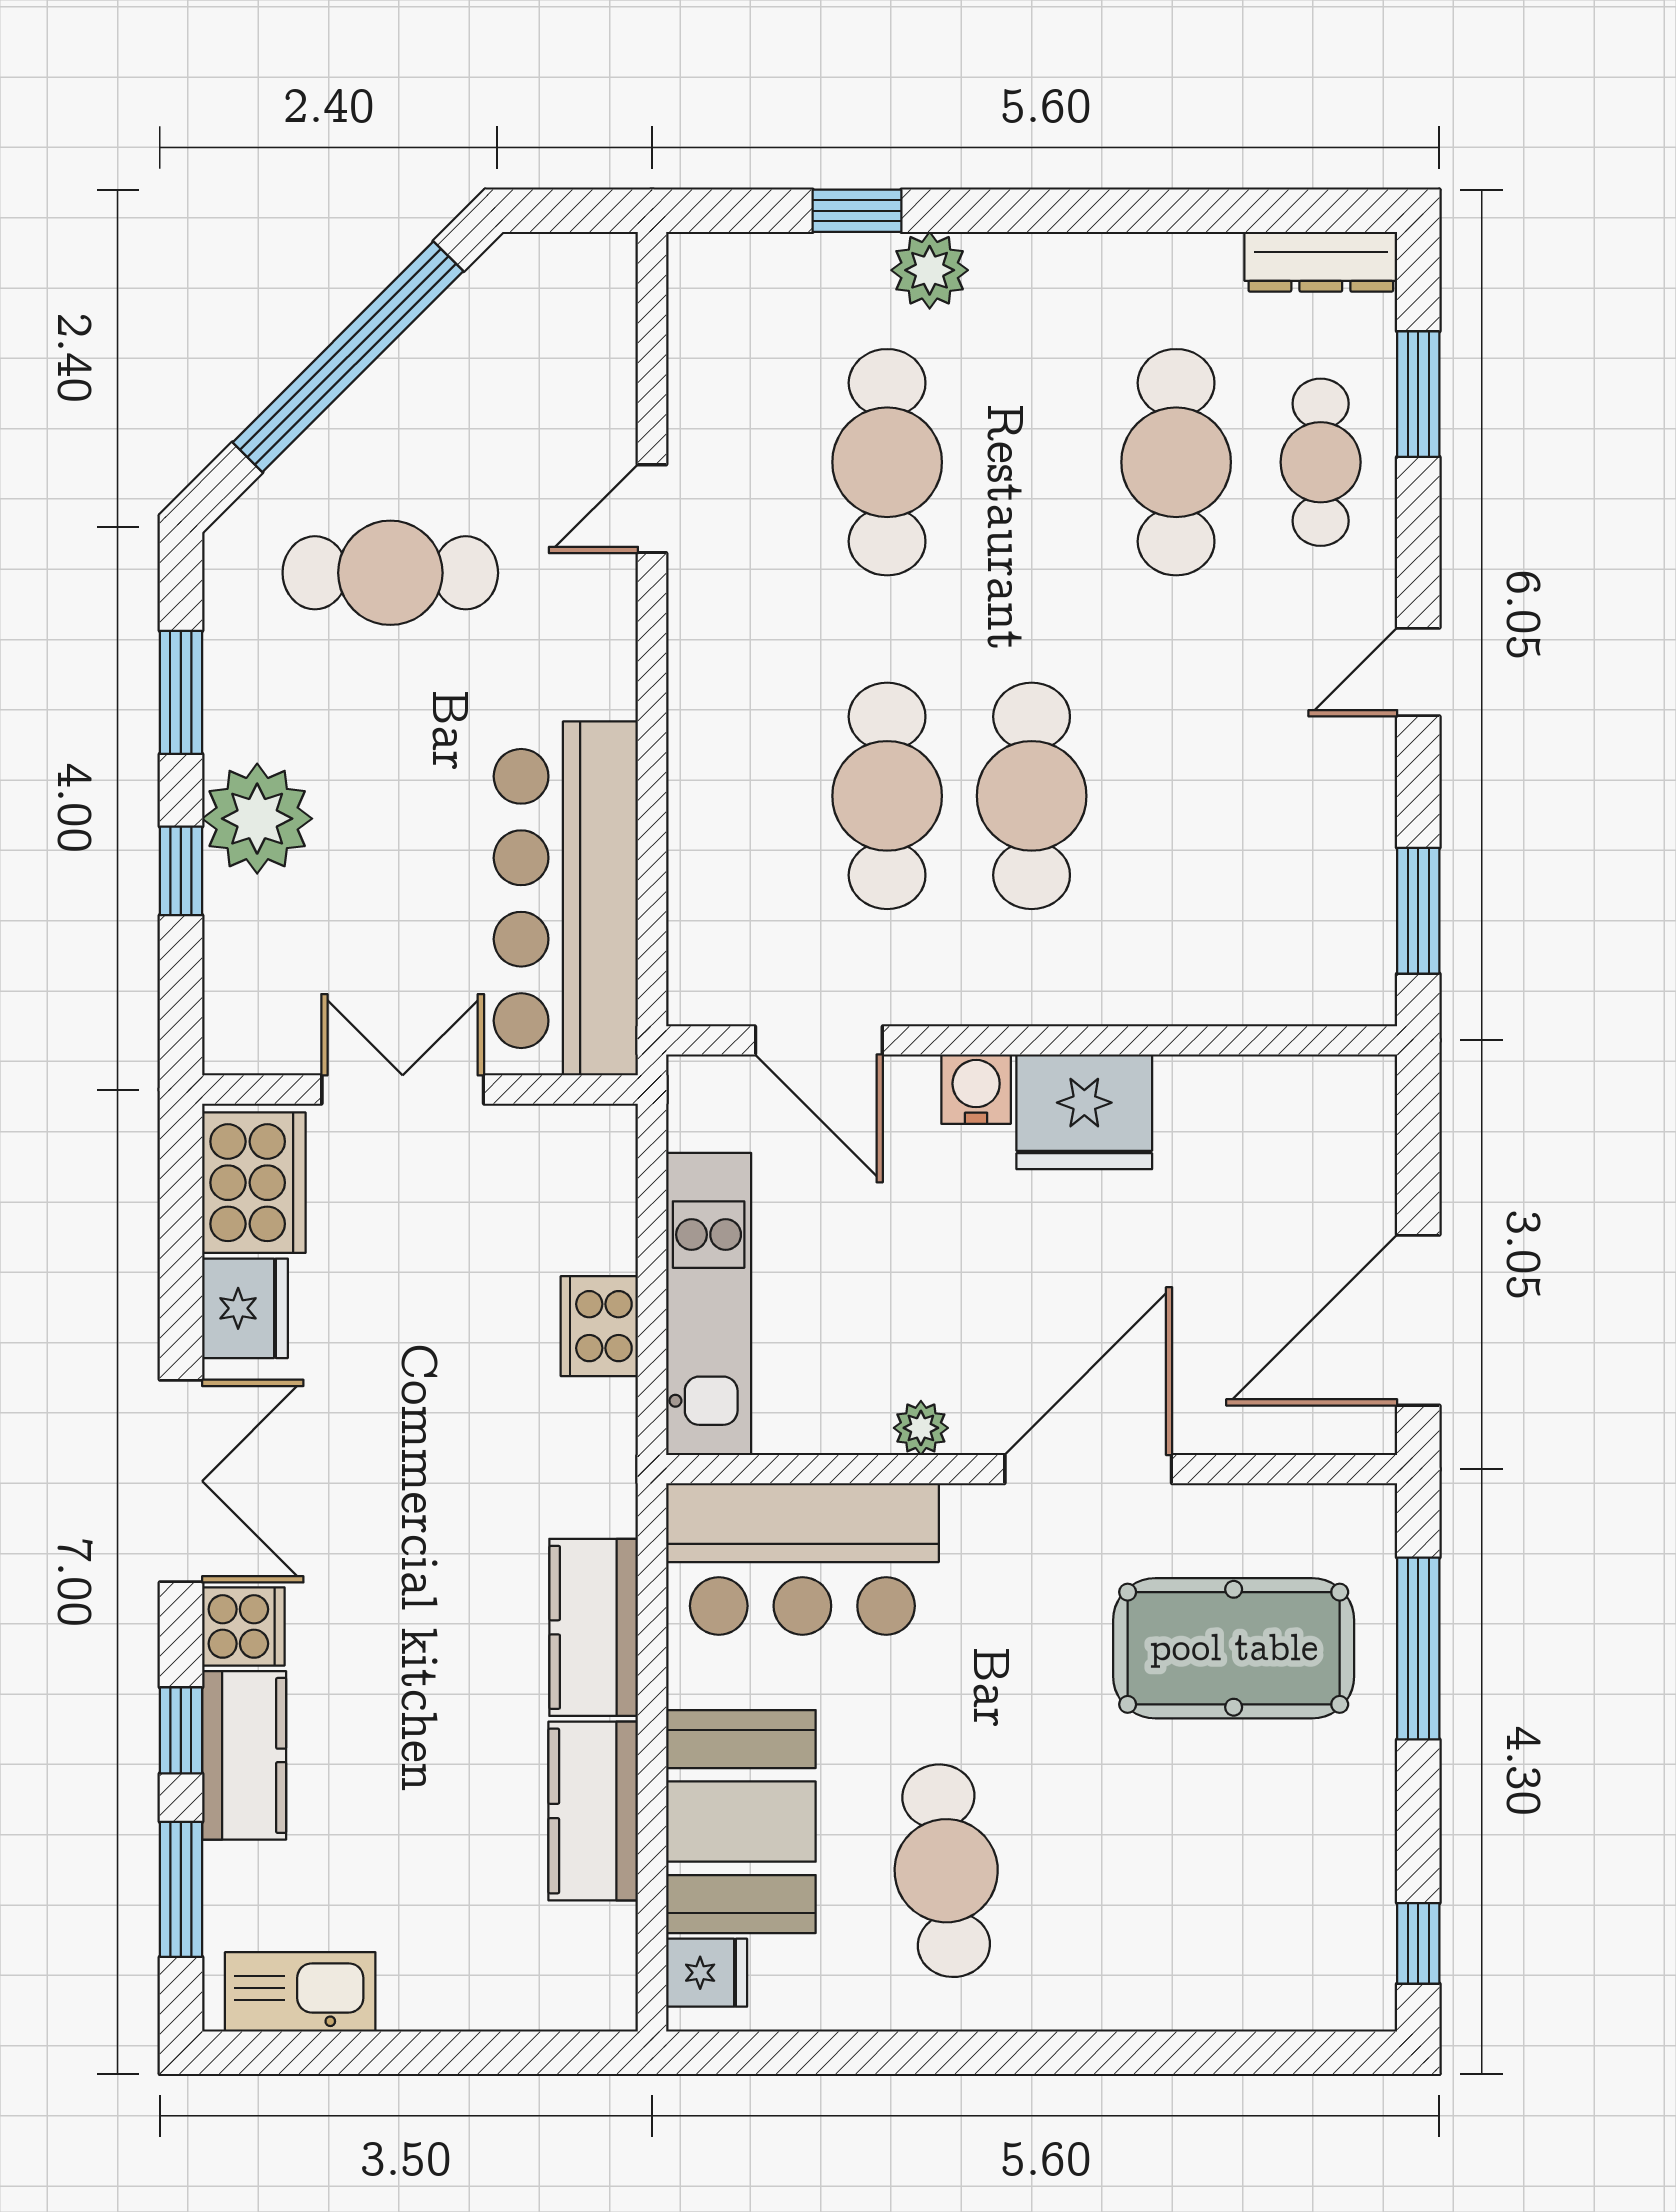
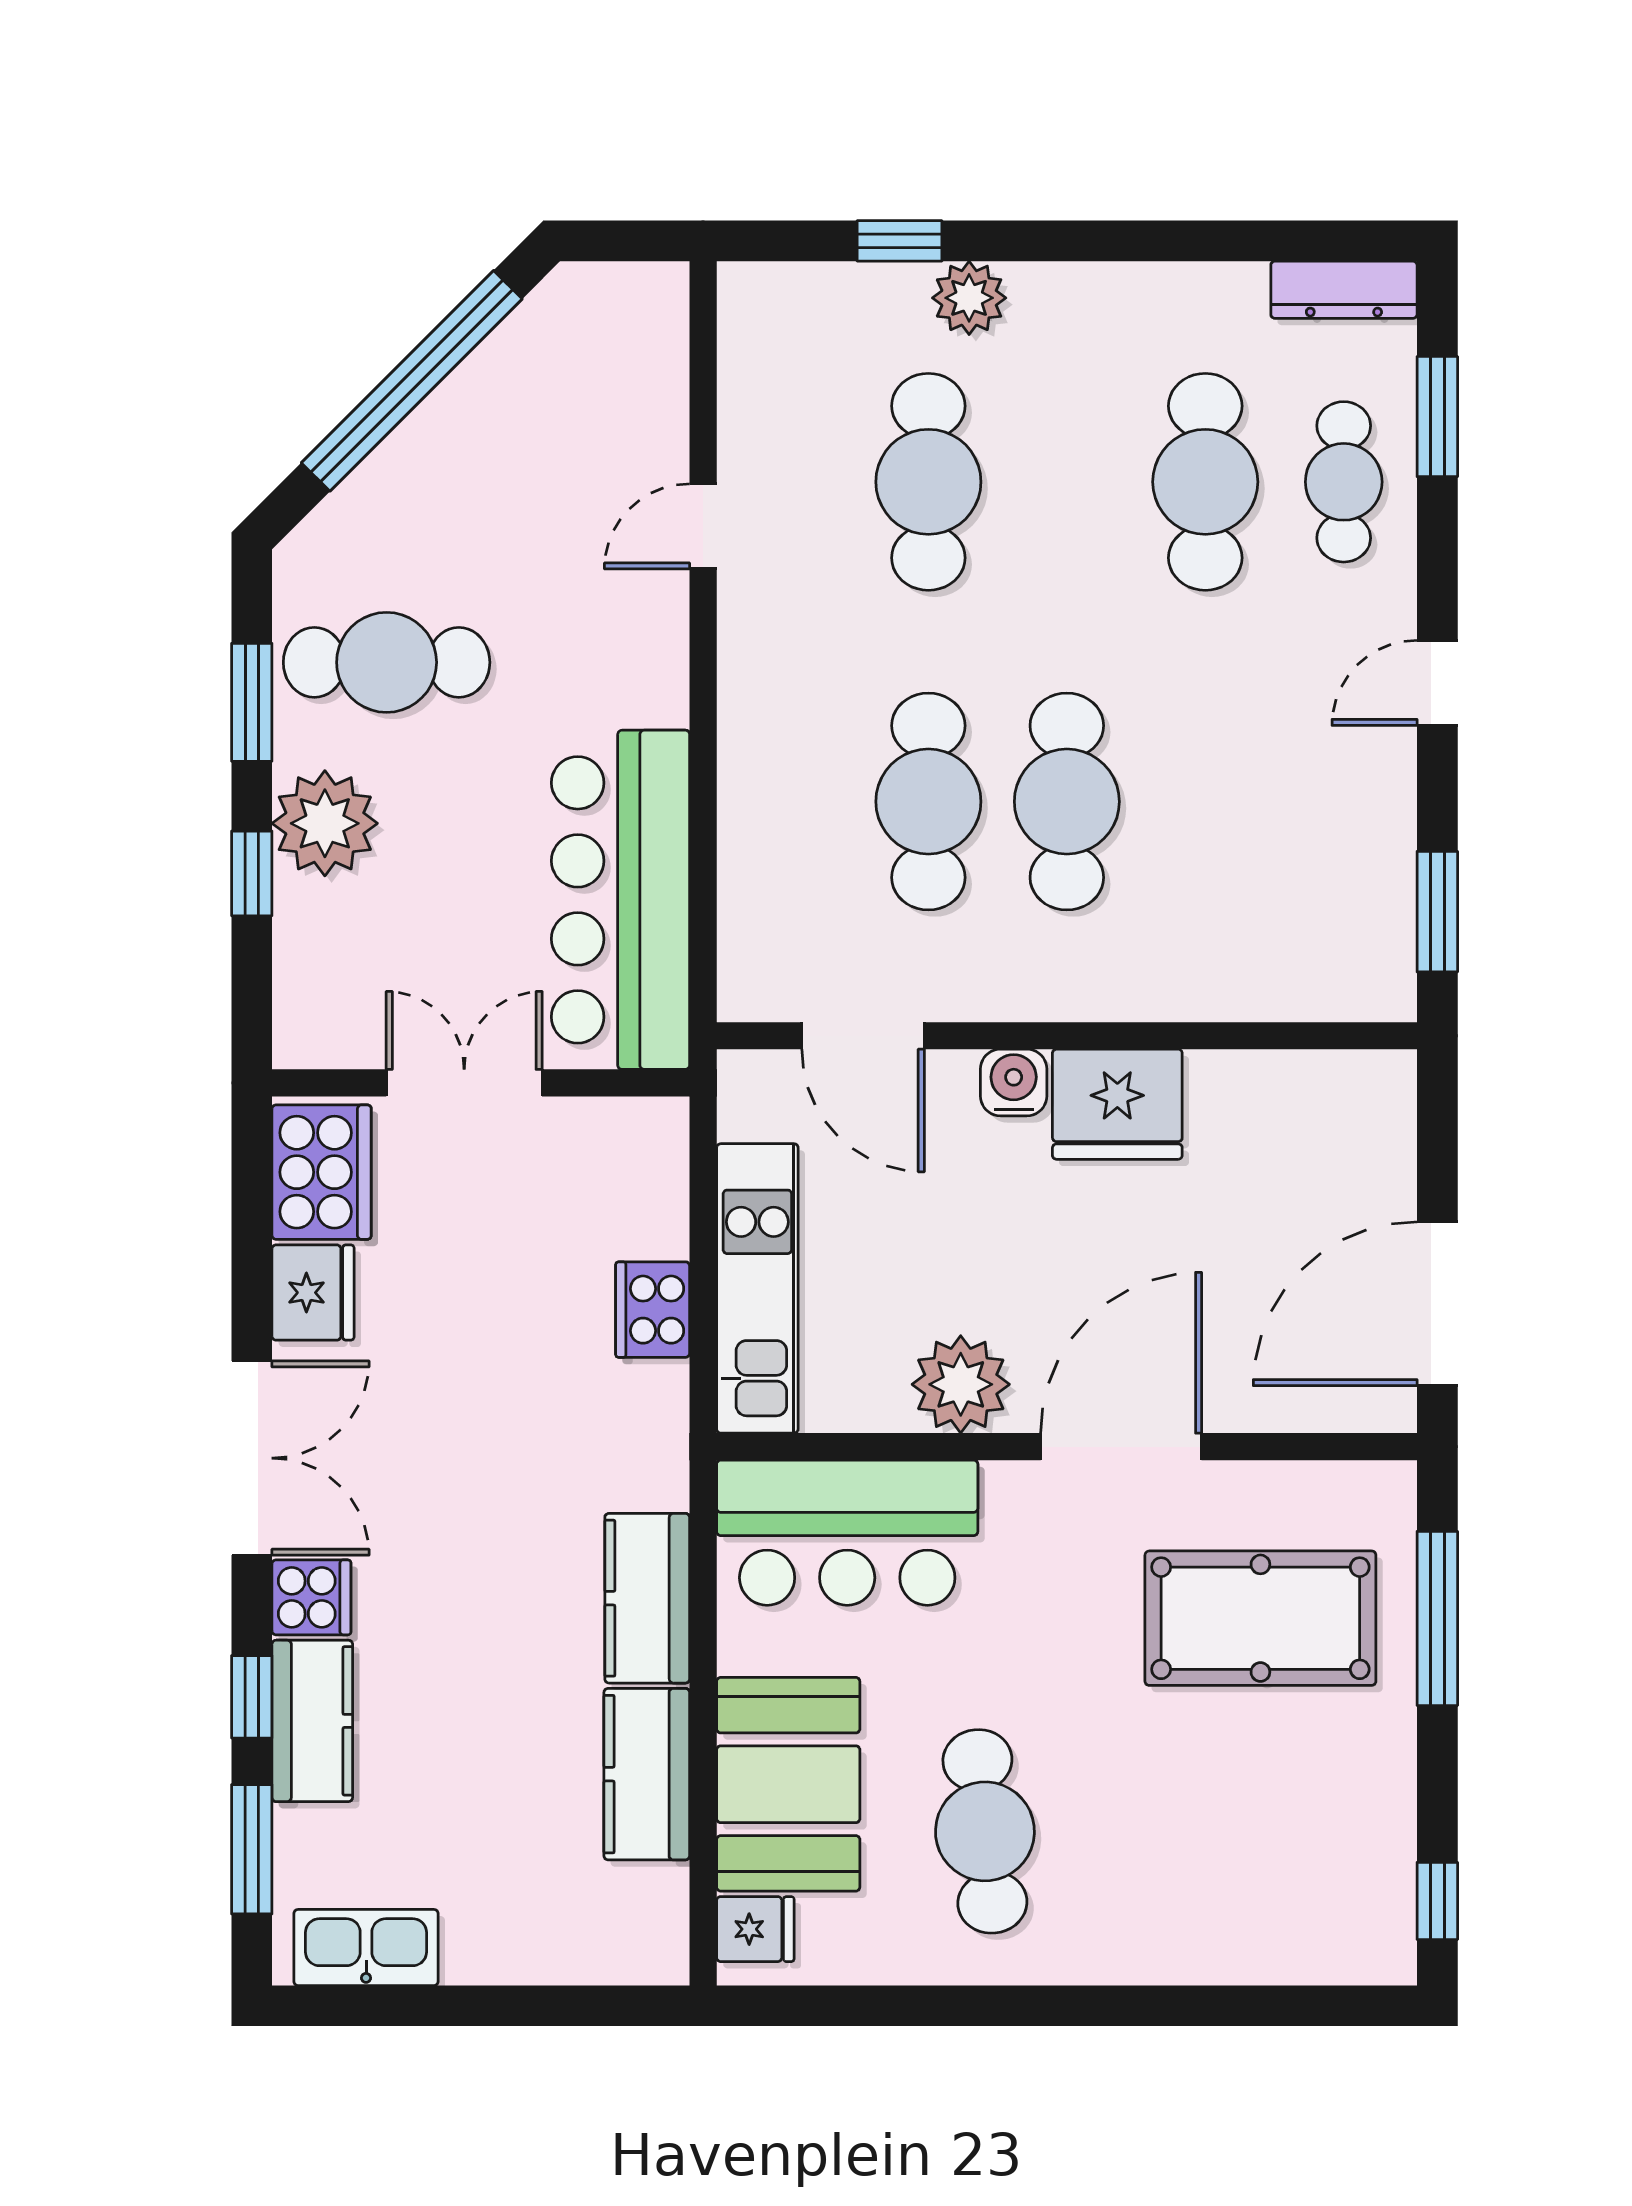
cafe table: (390, 573) -> (387, 662), moved
plant: (921, 1428) -> (961, 1384), width x1.87, depth x1.87

